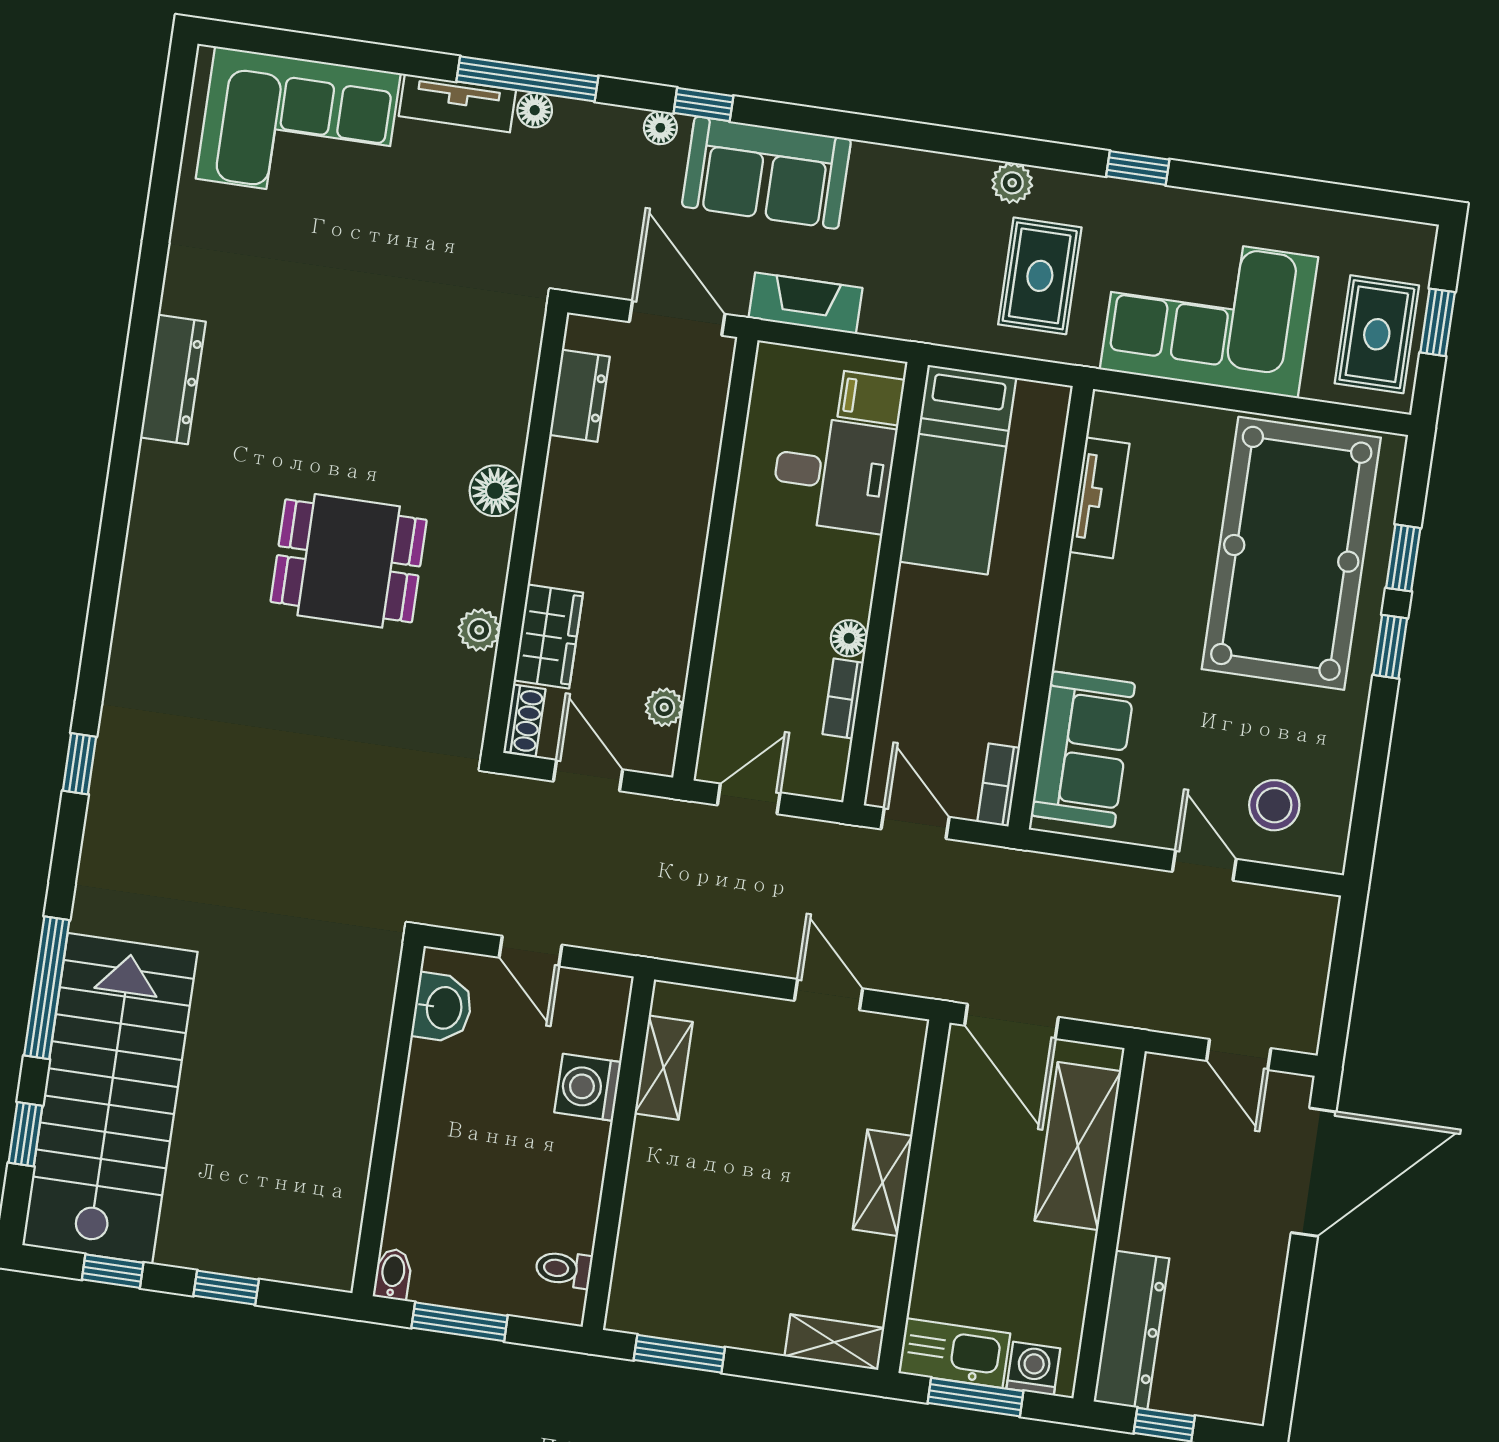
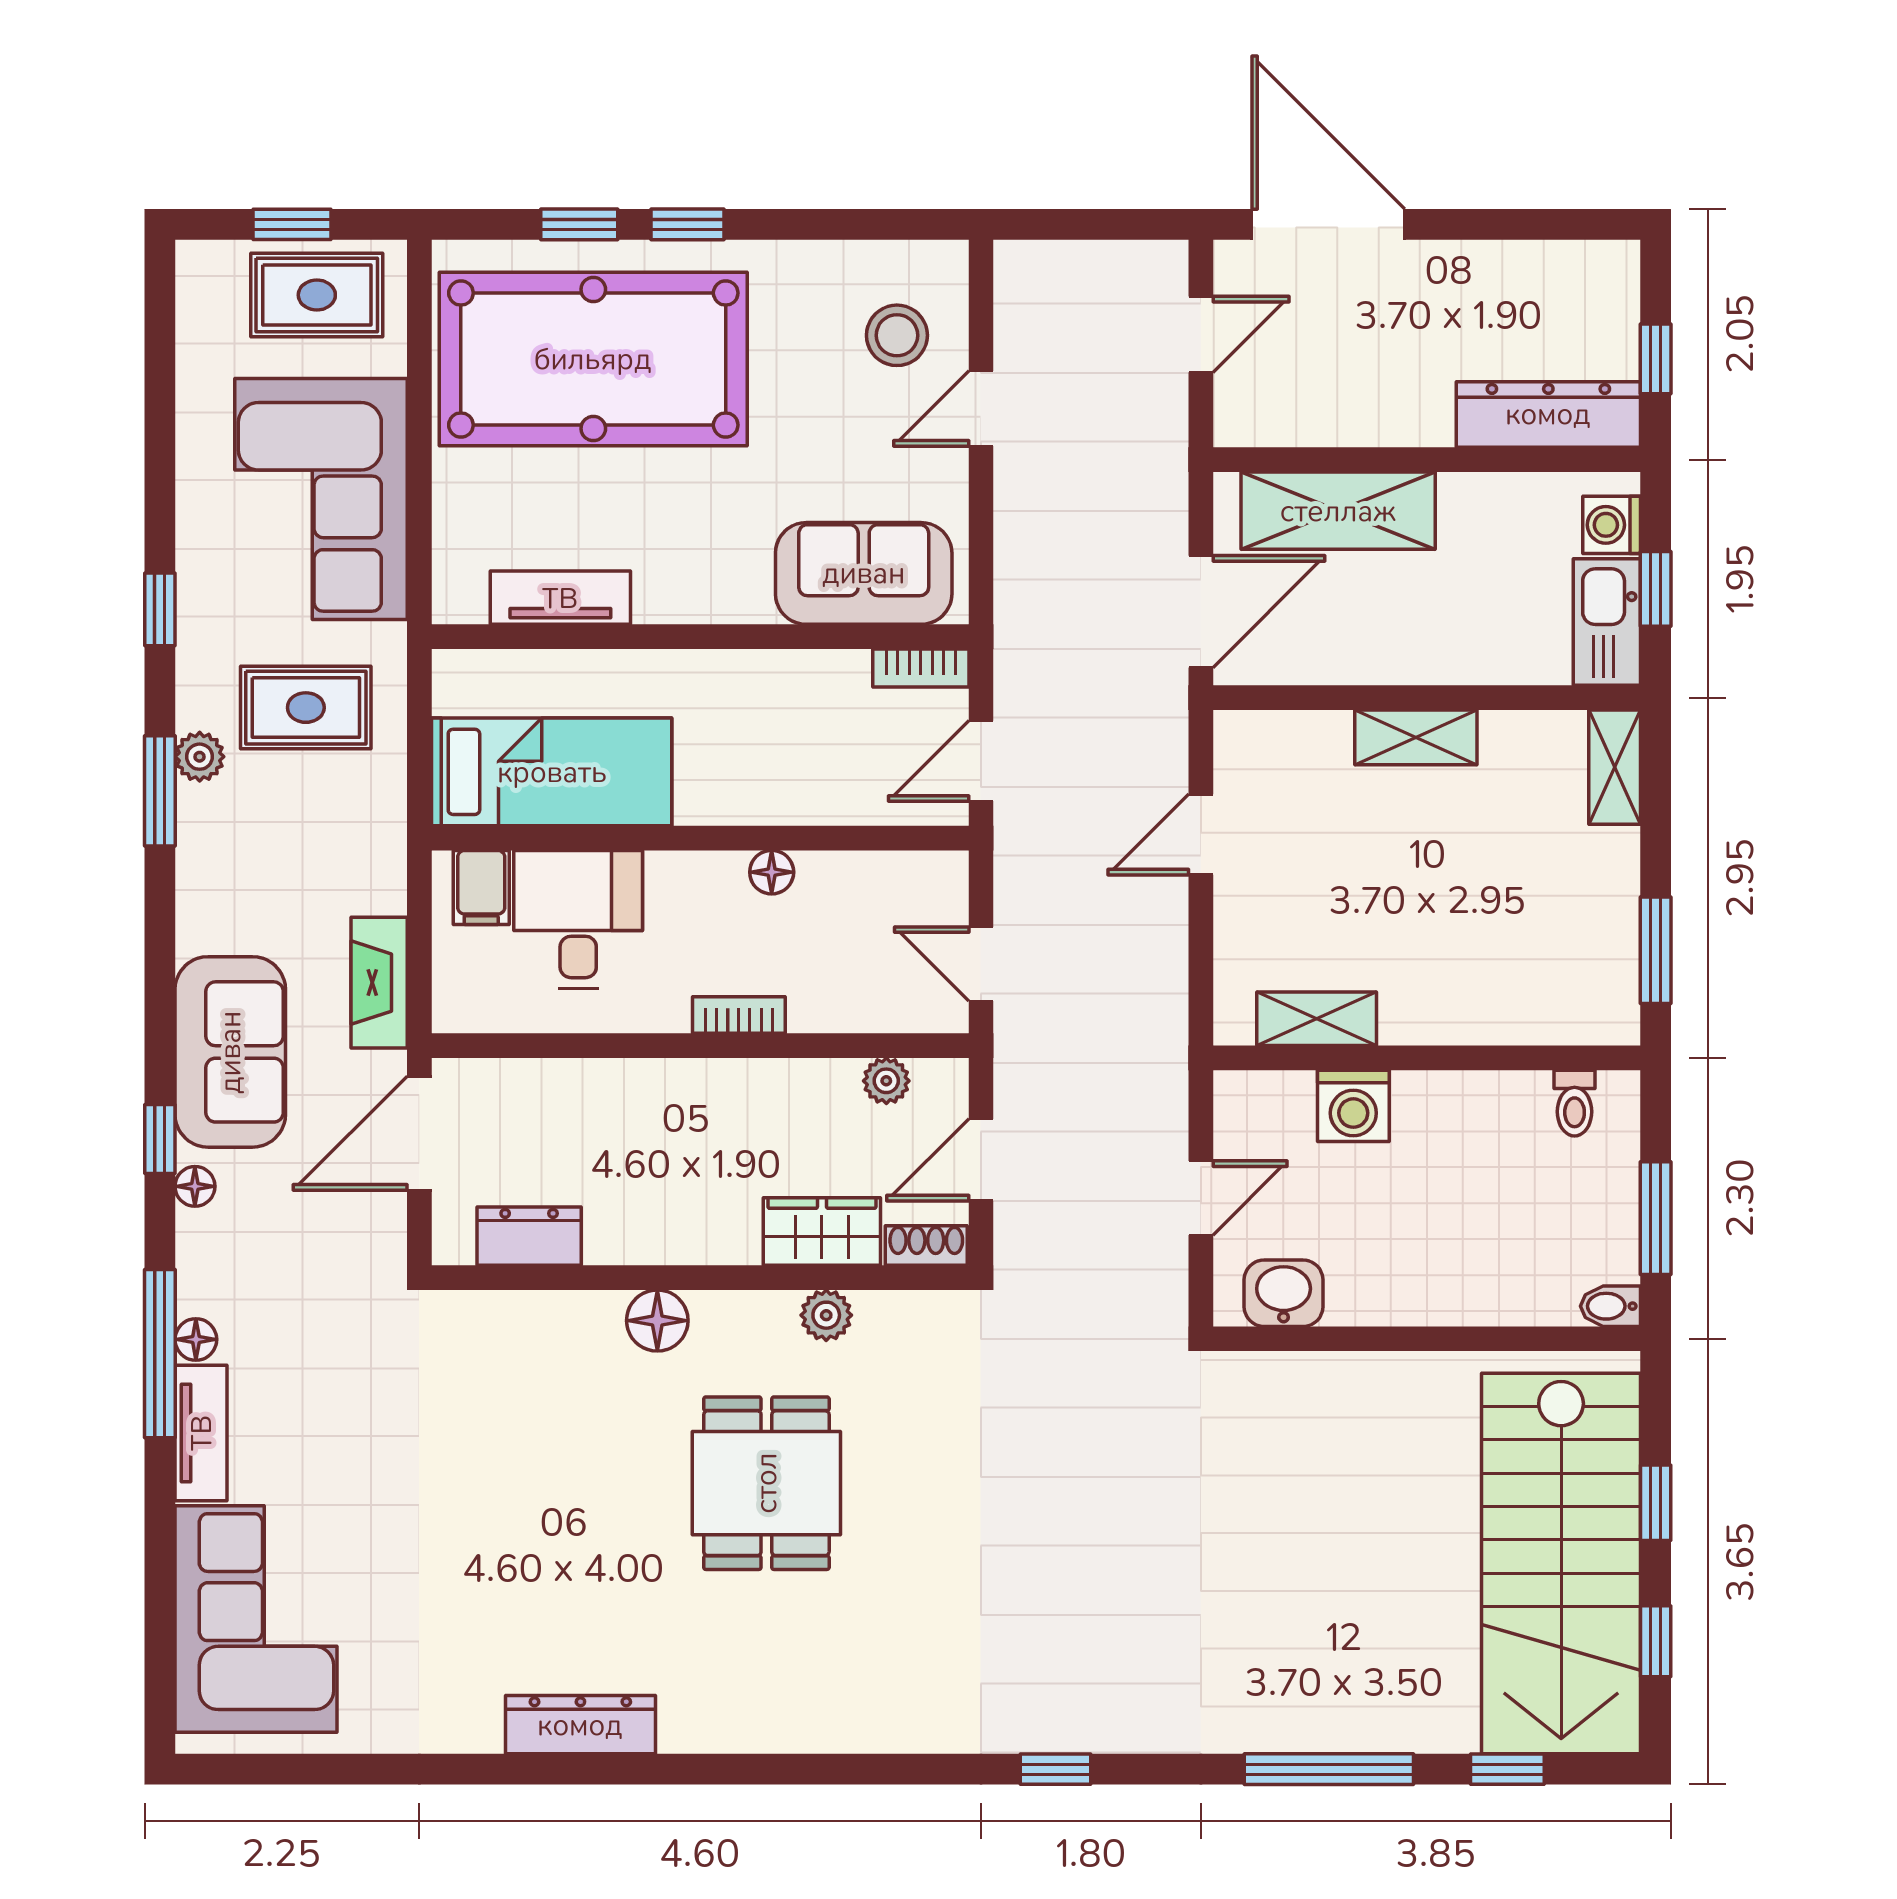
window: (989, 146) -> (160, 791), added
bookcase: (843, 698) -> (739, 1015), moved, turned 180
stairs: (110, 1099) -> (1561, 1564), moved, turned -90
window: (976, 1397) -> (1656, 589), width x0.67

